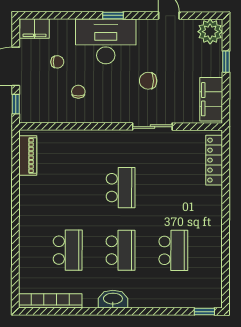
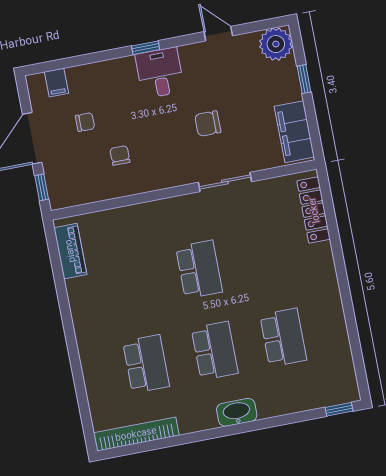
filing cabinet: (34, 28) -> (57, 83), width x0.50
desk: (106, 41) -> (160, 73), width x0.53, depth x0.77
washbasin: (113, 299) -> (237, 412), moved

